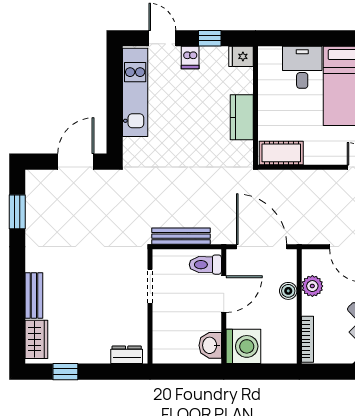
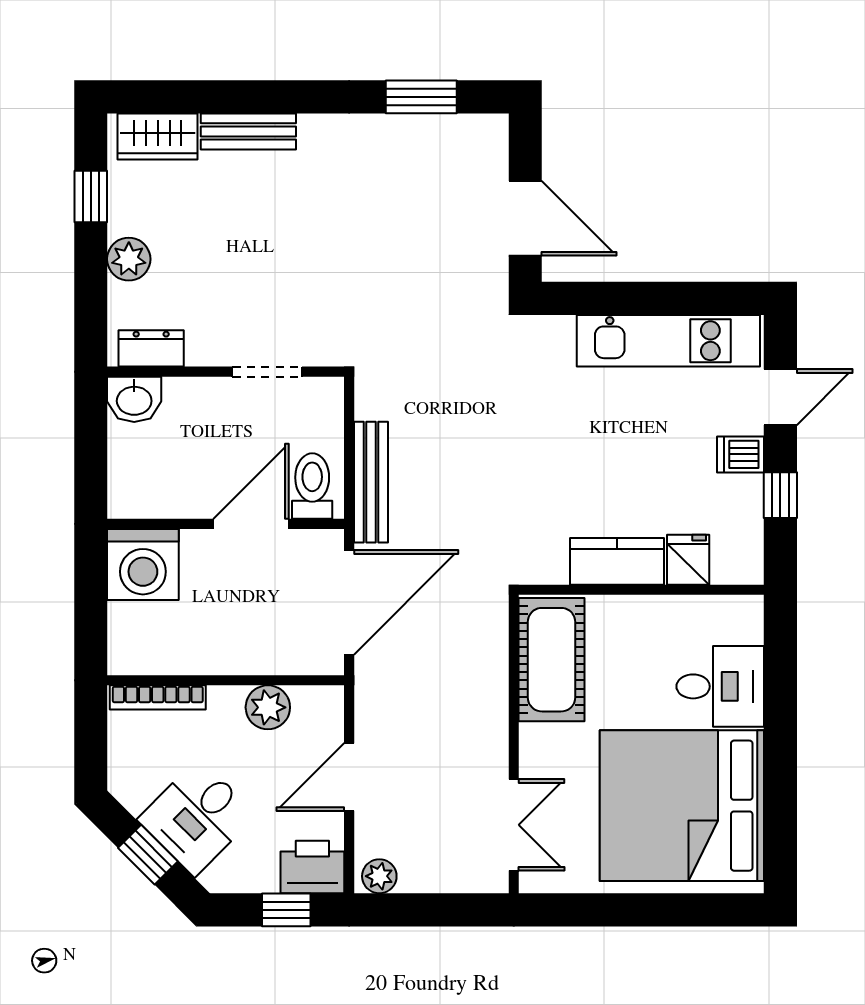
fridge: (241, 56) -> (688, 560), moved
cot: (281, 153) -> (552, 660), width x1.37, depth x1.34
bench: (181, 236) -> (371, 482), moved
boiler: (288, 291) -> (258, 658), removed
door: (224, 294) -> (251, 524), swing flipped
washbasin: (210, 345) -> (134, 399), moved, turned 180
plant: (96, 353) -> (129, 259), added
dresser: (127, 355) -> (151, 348), moved, turned -90

